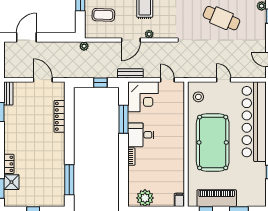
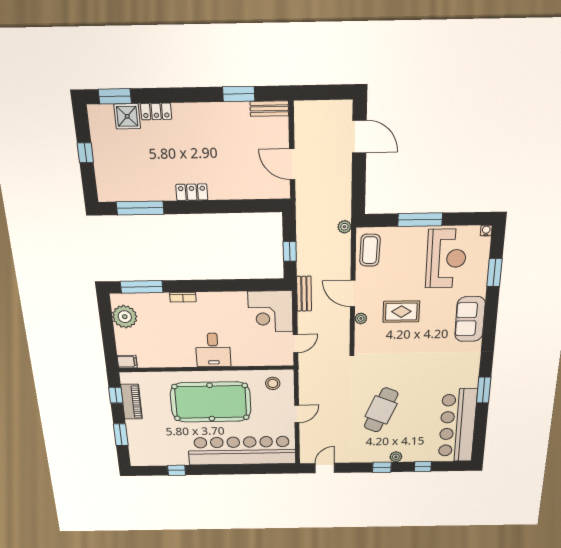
coffee table: (103, 15) -> (370, 250), moved
door: (43, 80) -> (292, 164), swing flipped
locker: (59, 116) -> (192, 192), moved, width x0.66
window: (123, 119) -> (142, 287), moved
desk: (141, 135) -> (213, 350), moved, turned 180
piano: (217, 198) -> (132, 402), width x0.73, depth x0.75

